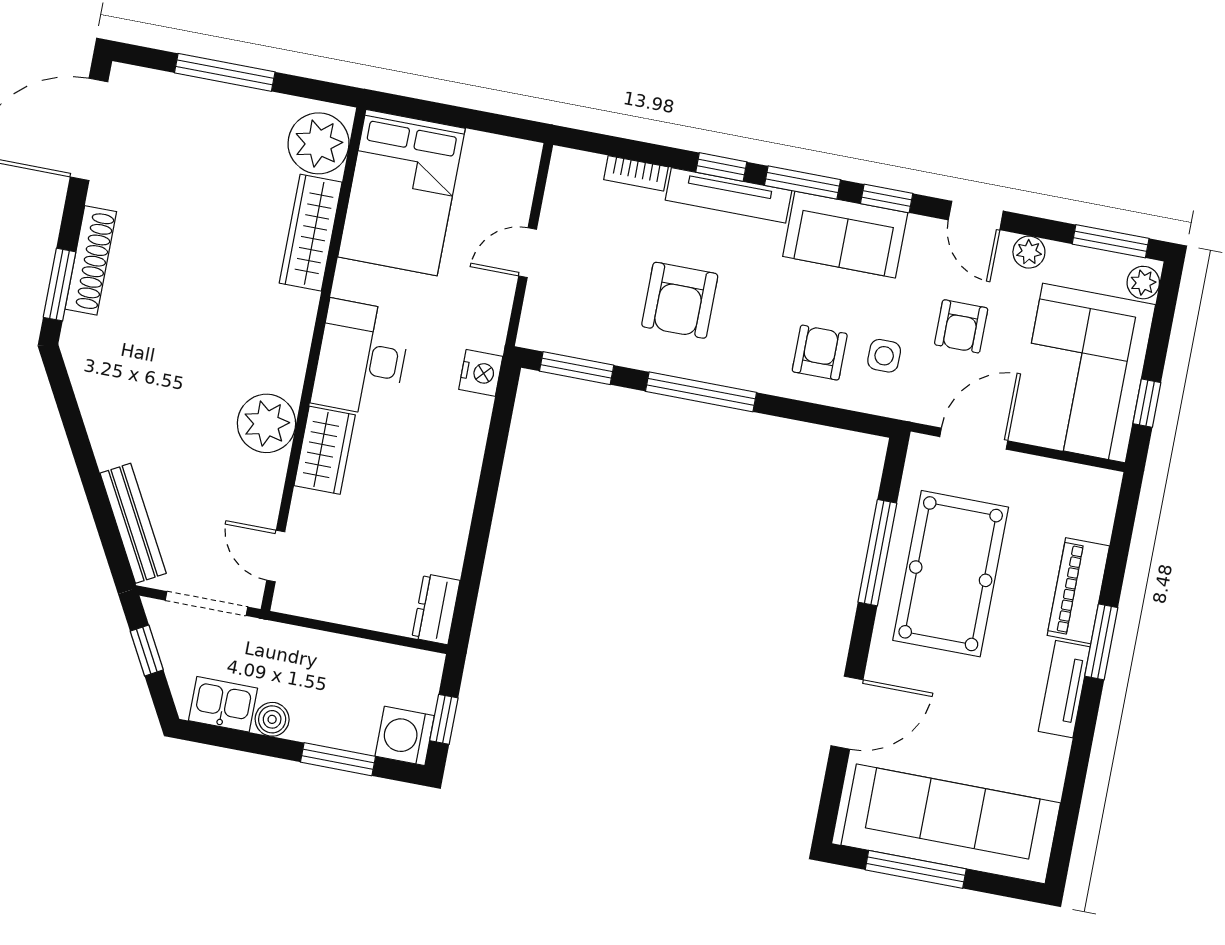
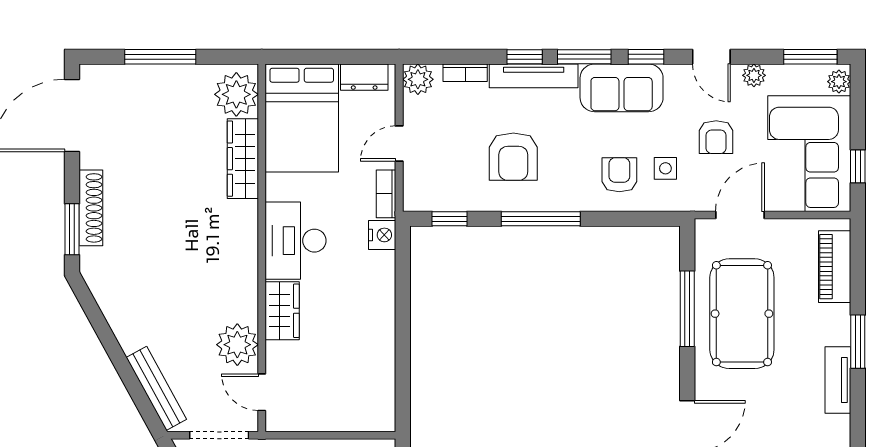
plant: (570, 170) -> (418, 79), added
bookcase: (497, 318) -> (386, 194), added
window: (577, 368) -> (449, 219), width x0.67
plant: (266, 423) -> (237, 345), moved
piano: (1078, 591) -> (835, 267), moved
dresser: (436, 609) -> (364, 77), moved, turned -90

